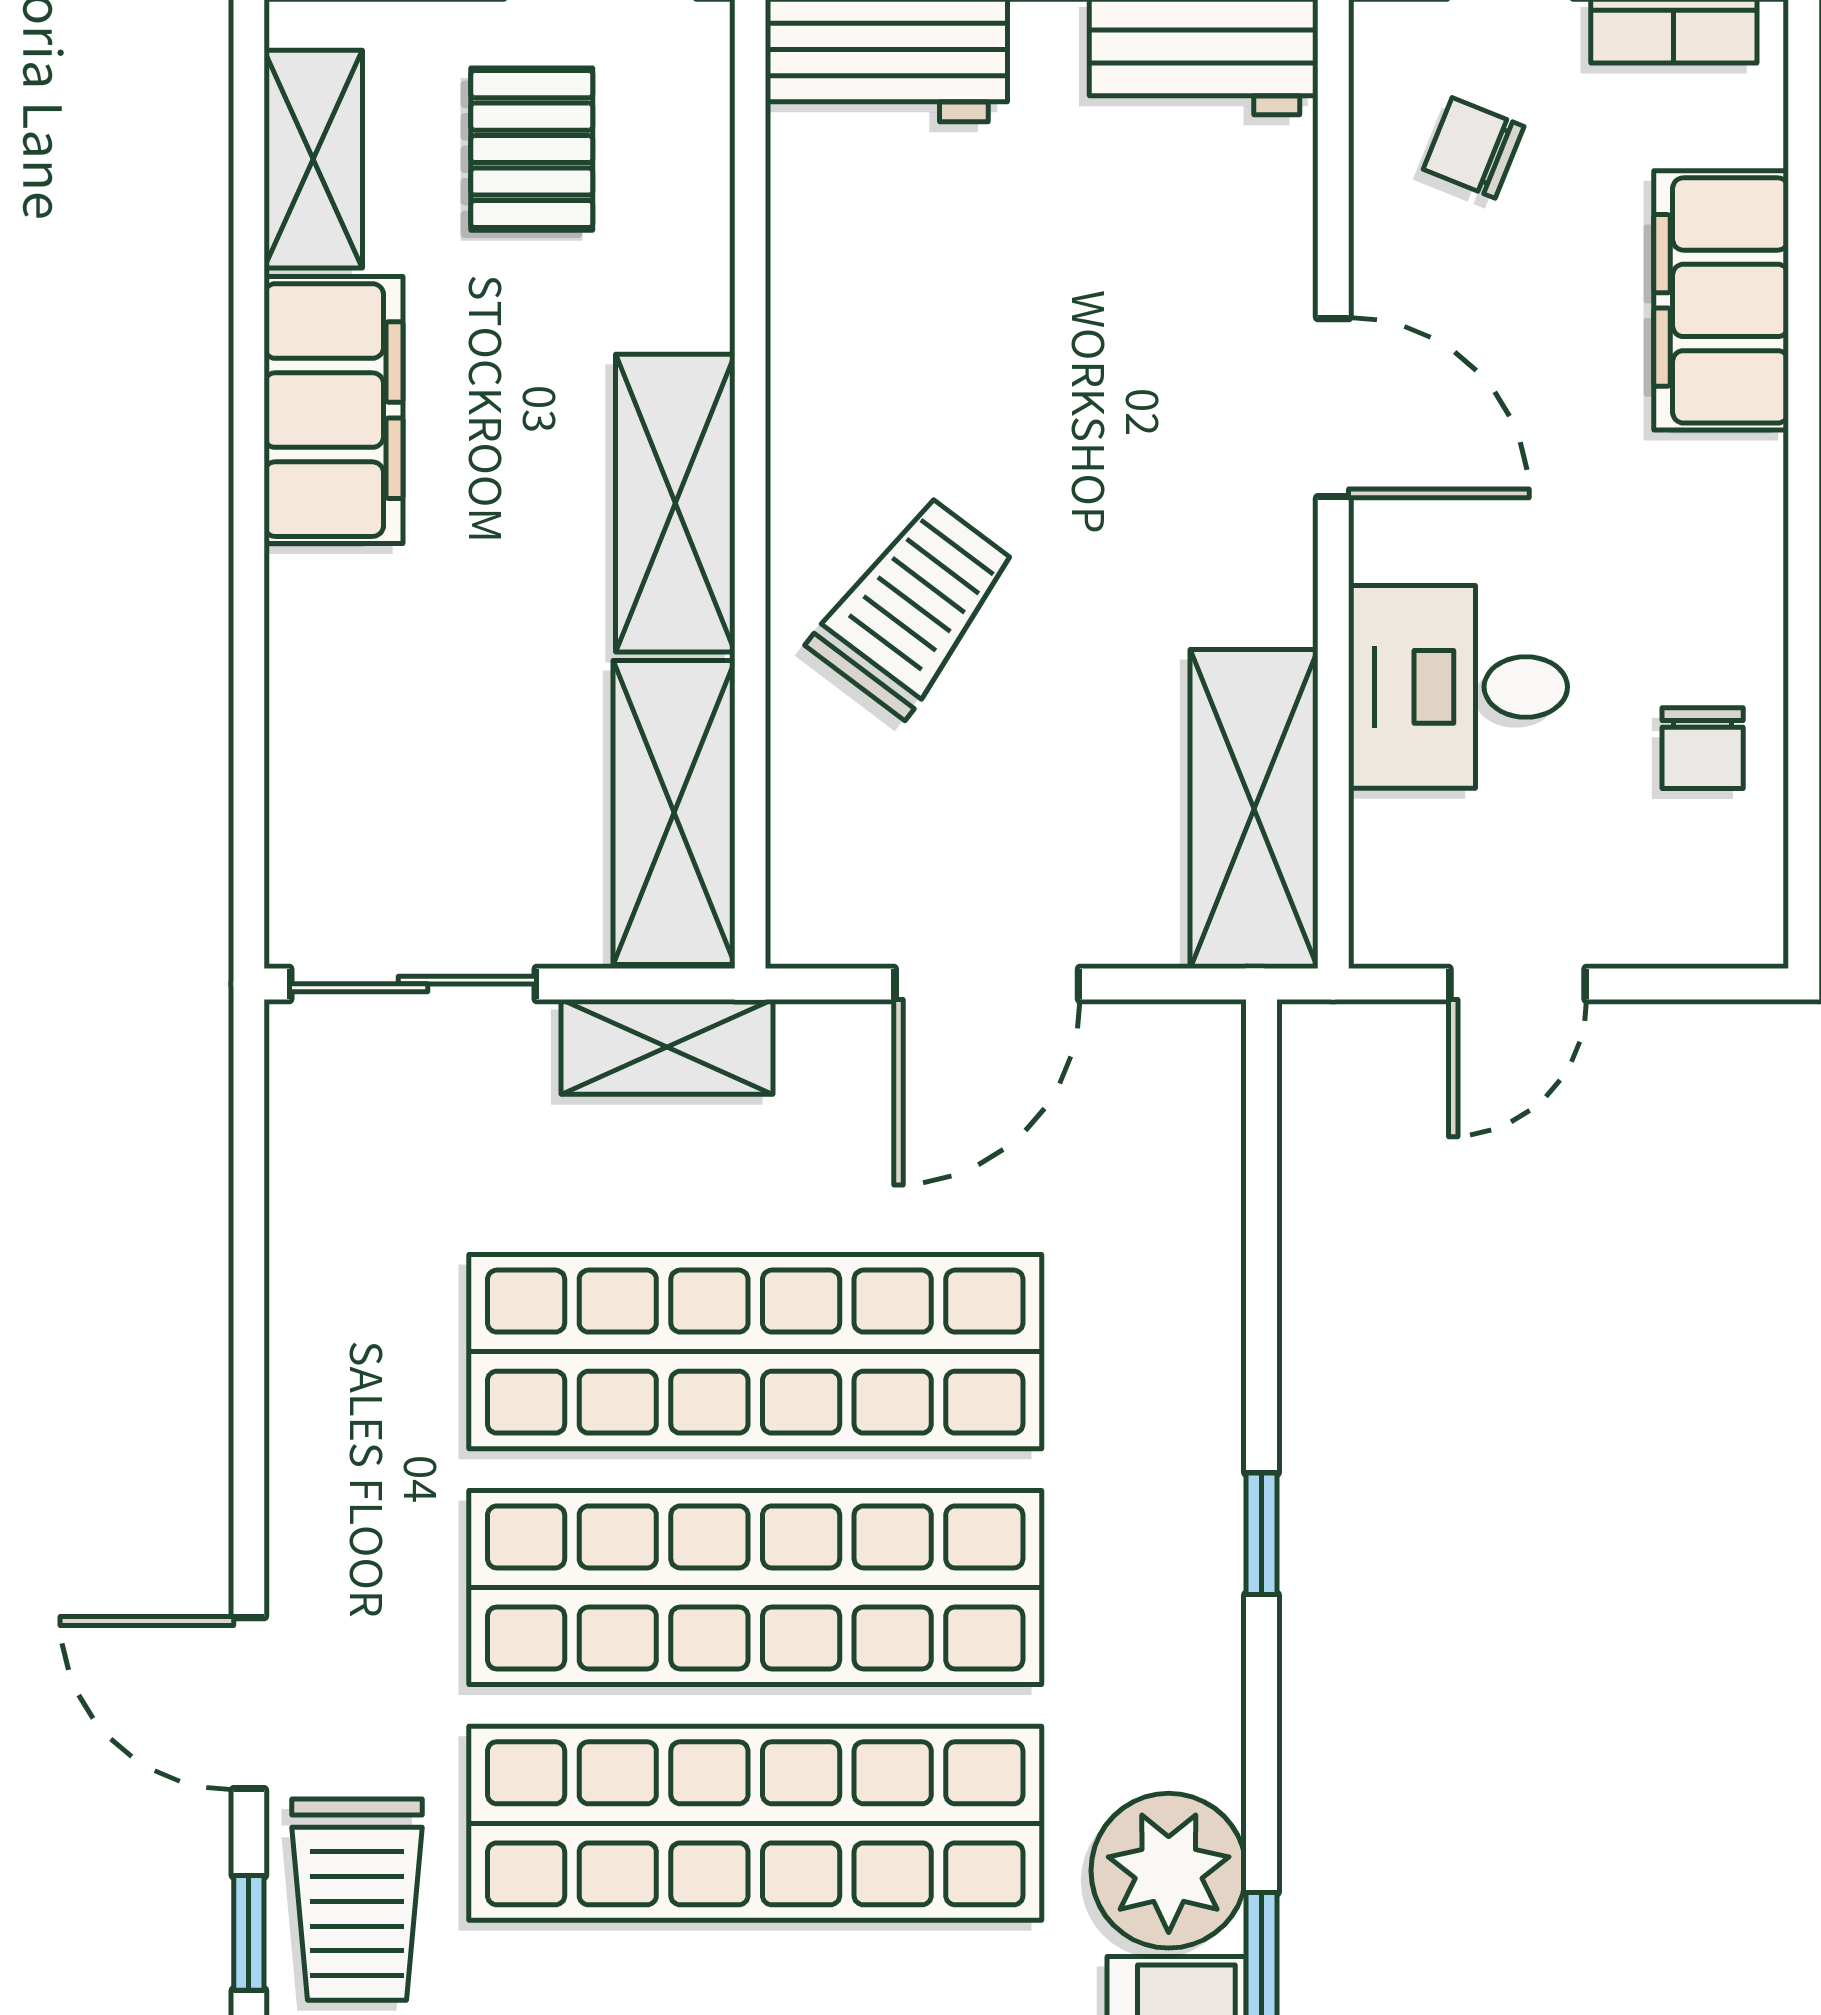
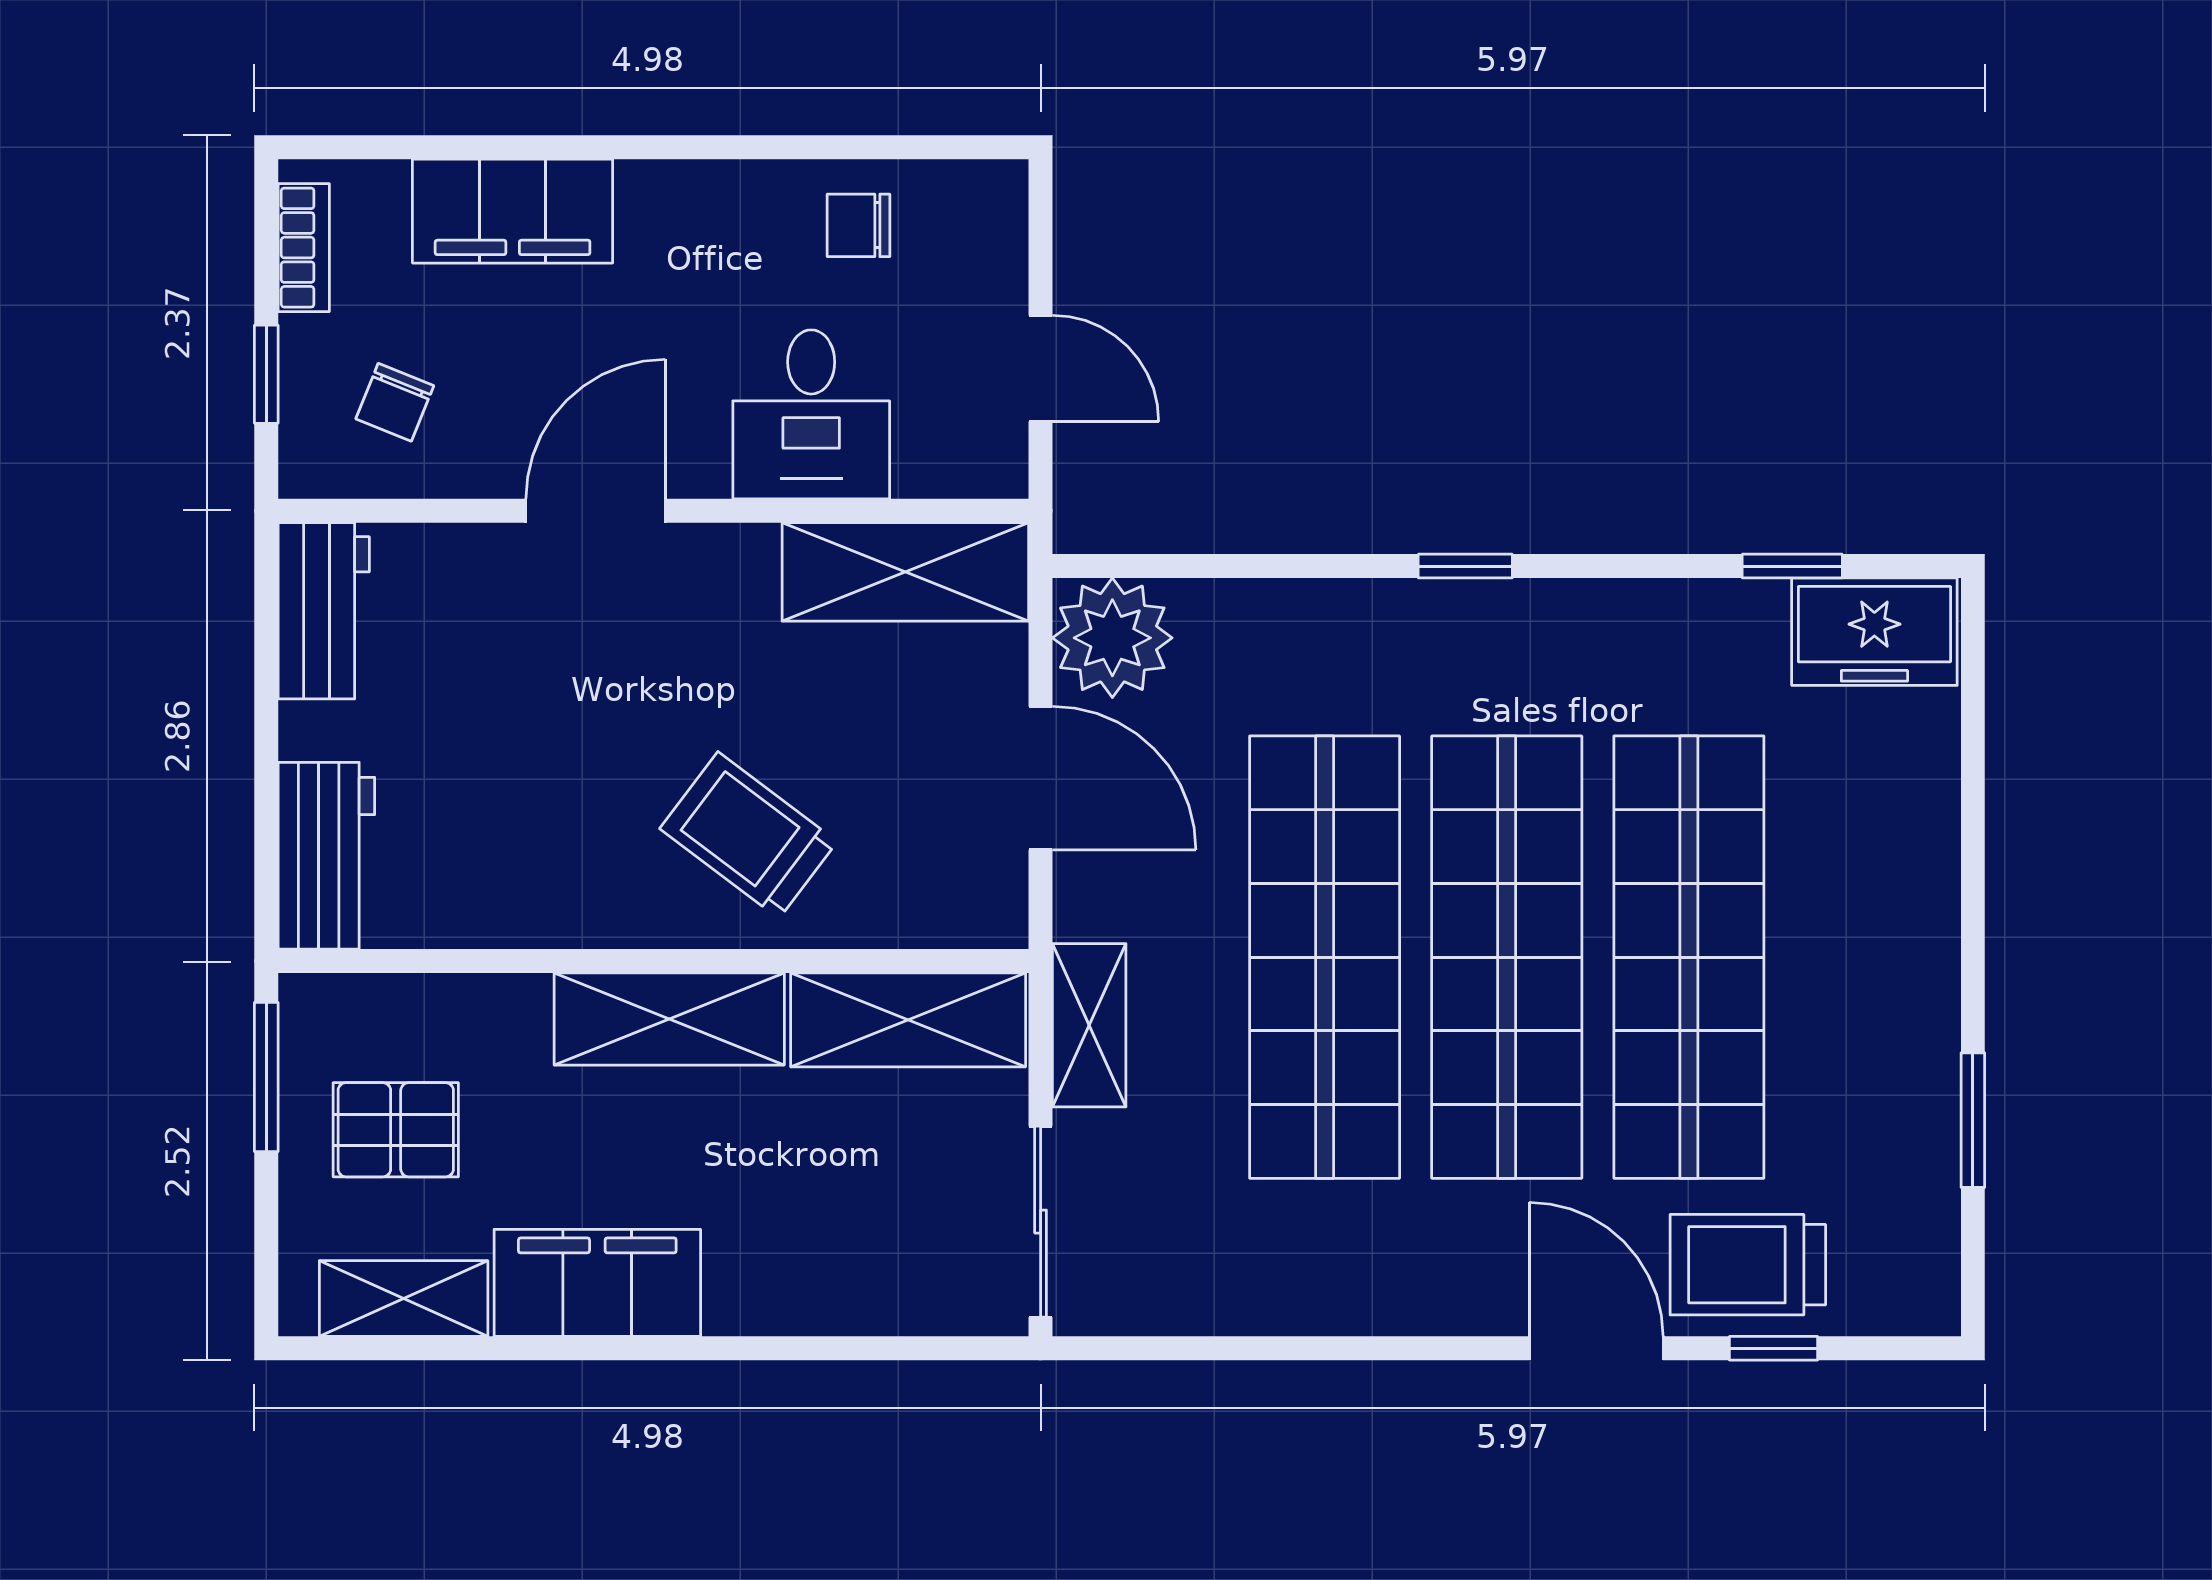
chair: (1703, 748) -> (858, 225), turned 180
door: (249, 1703) -> (1596, 1348), swing flipped
plant: (1169, 1871) -> (1112, 638), moved
trolley: (357, 1900) -> (1748, 1265), turned 180

